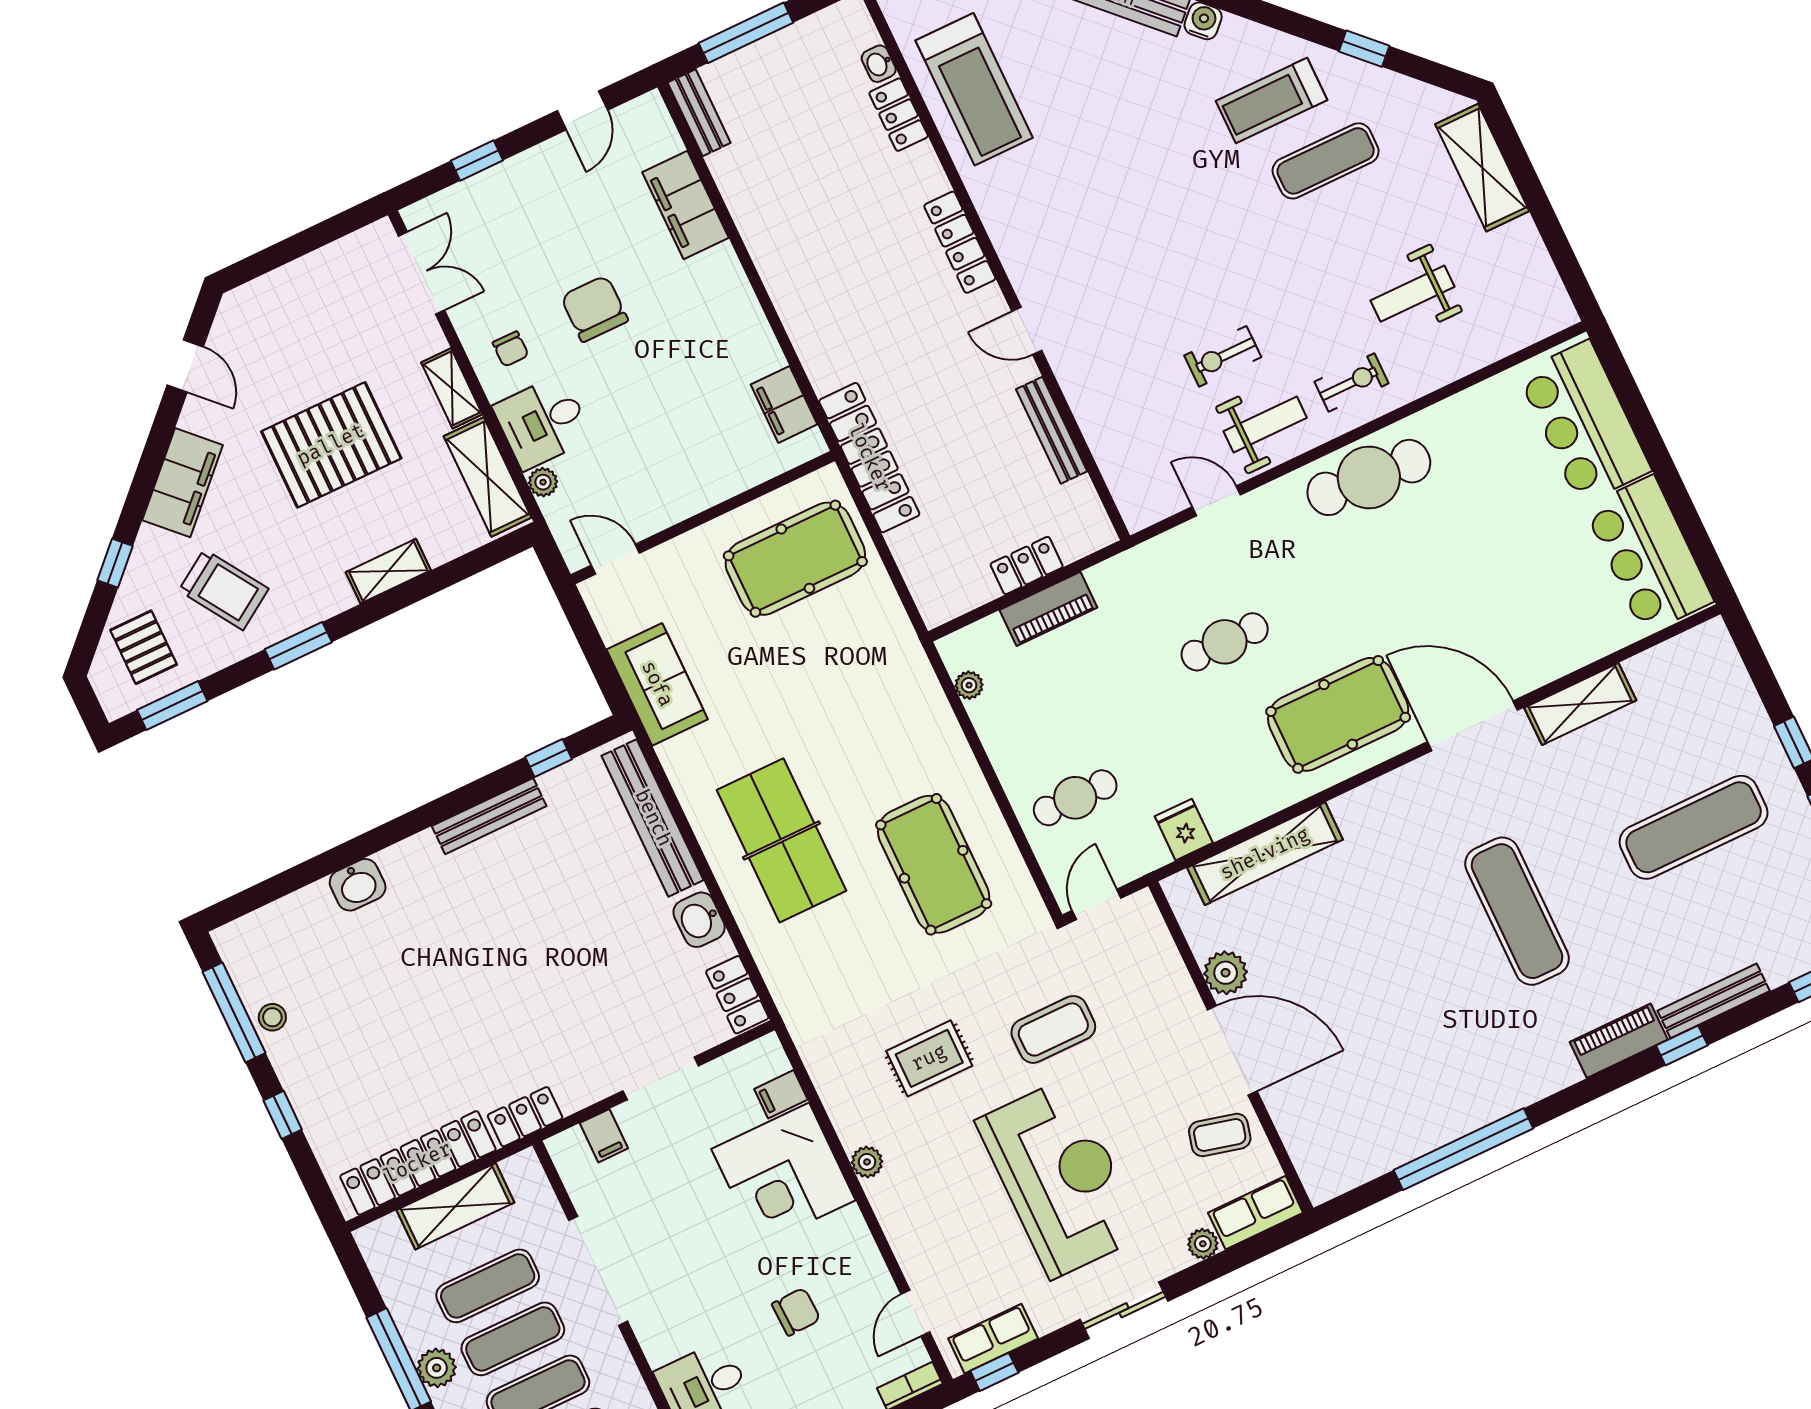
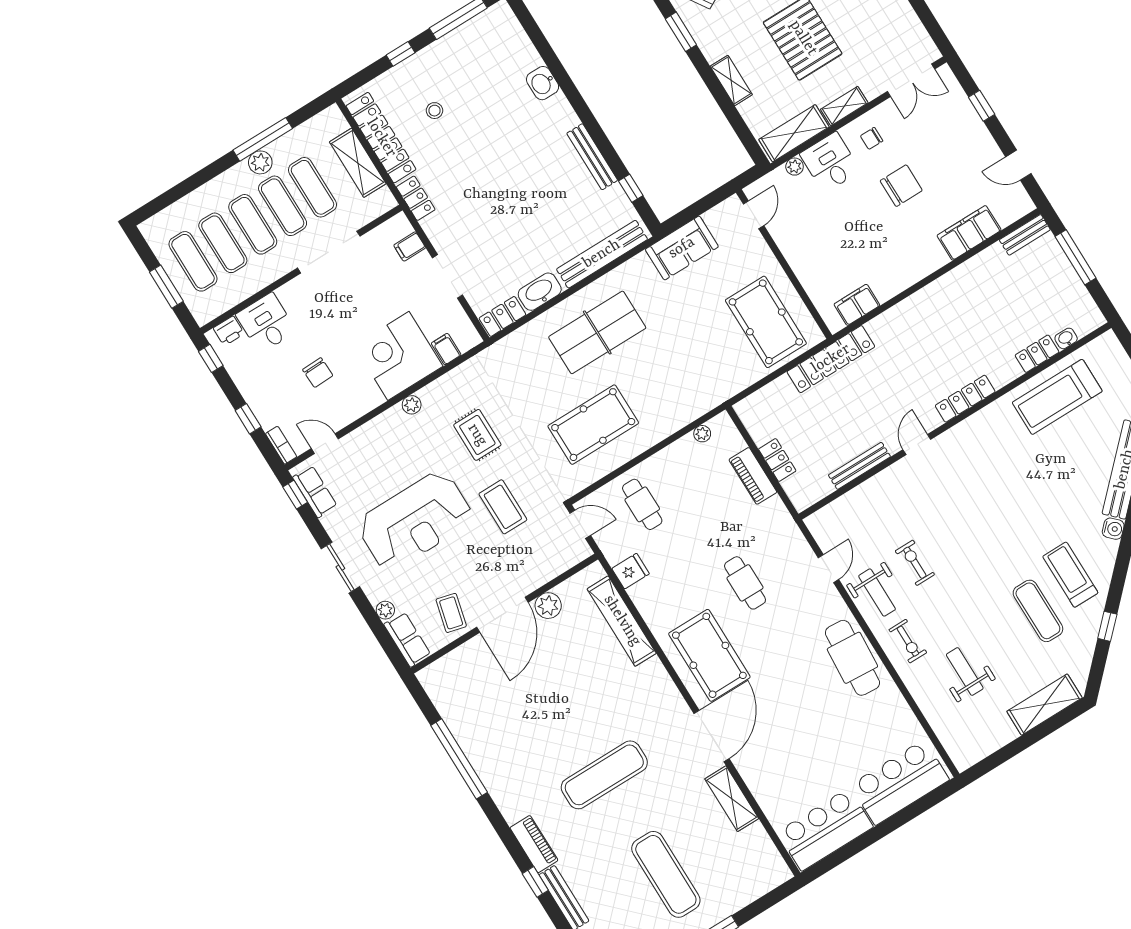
washbasin: (699, 920) -> (540, 292), width x1.38
stool: (272, 1017) -> (435, 111), moved

